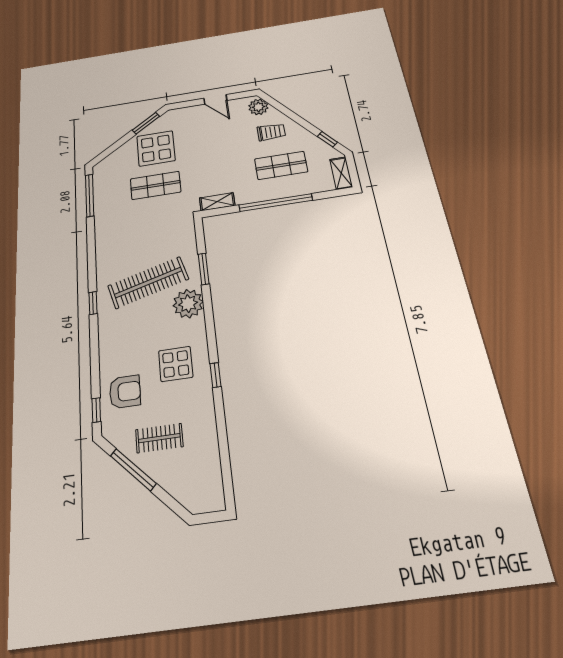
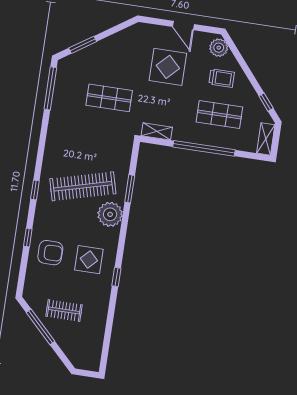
window: (146, 123) -> (83, 45), moved
display table: (156, 148) -> (168, 67), moved
armchair: (125, 392) -> (50, 253), moved
window: (96, 410) -> (28, 237), moved

